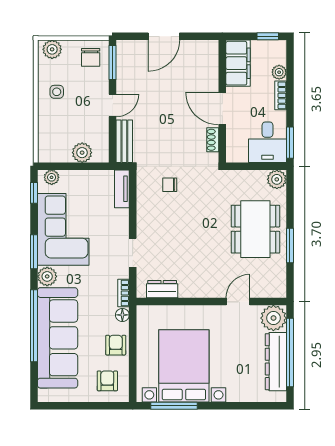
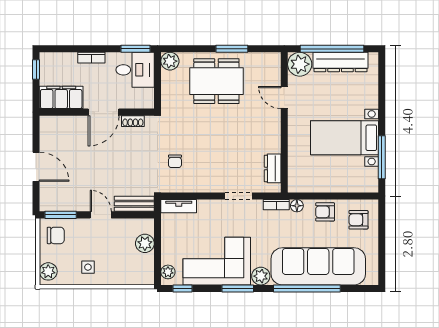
plant: (279, 72) -> (70, 59), removed
bed with nightstands: (184, 366) -> (345, 138), width x0.73

